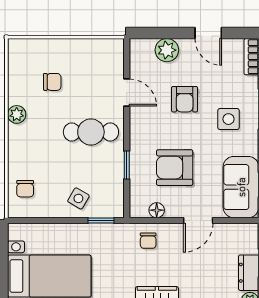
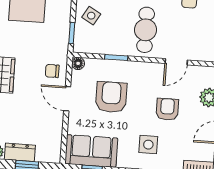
armchair: (185, 99) -> (167, 109), turned 90
floor lamp: (157, 210) -> (78, 63), moved
door: (198, 220) -> (67, 99), moved

